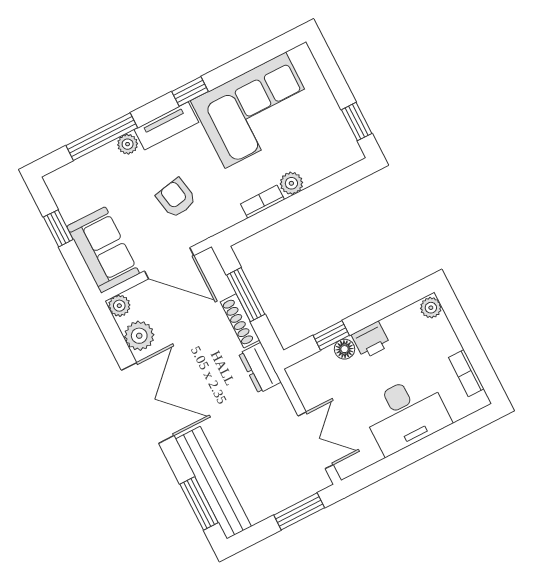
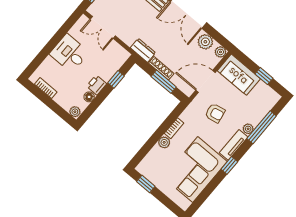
floor lamp: (345, 349) -> (89, 97), moved
desk: (406, 414) -> (69, 53), width x0.73

